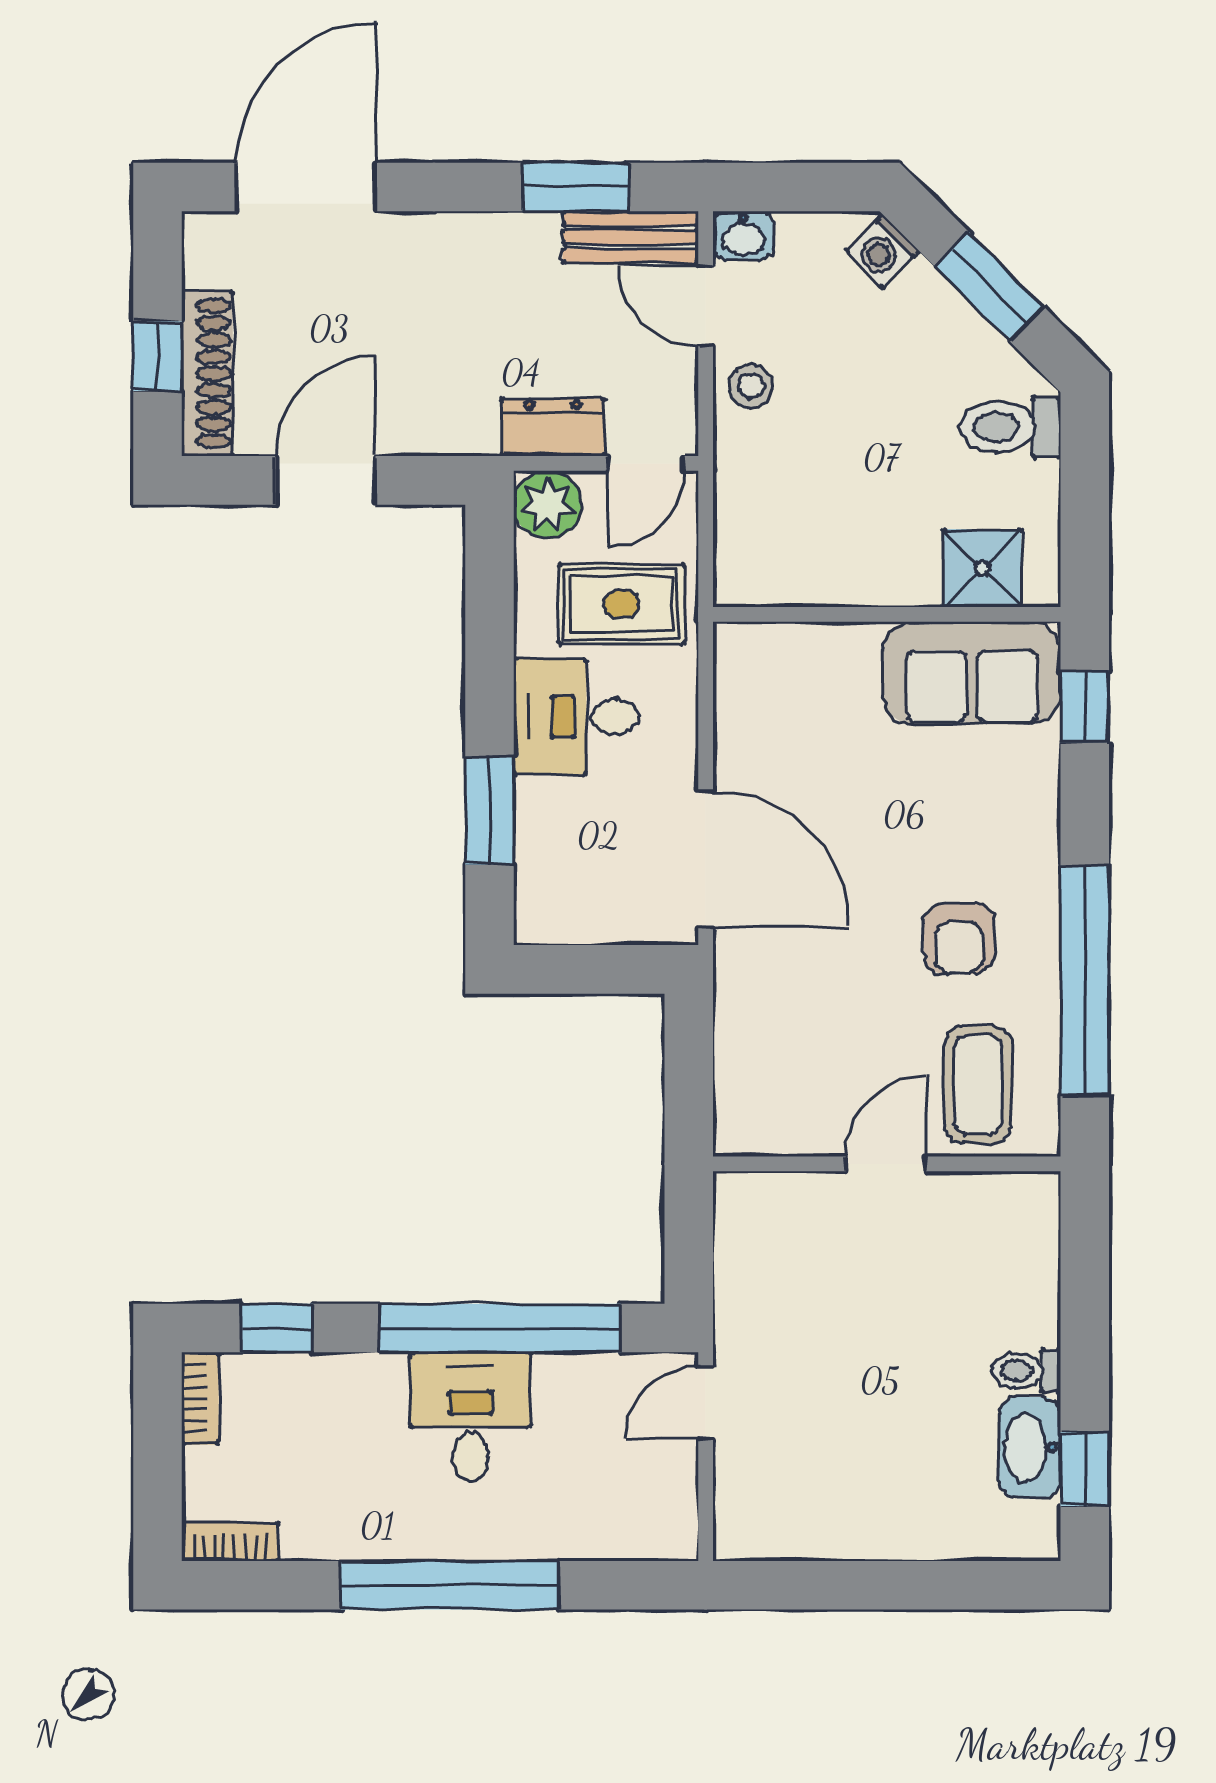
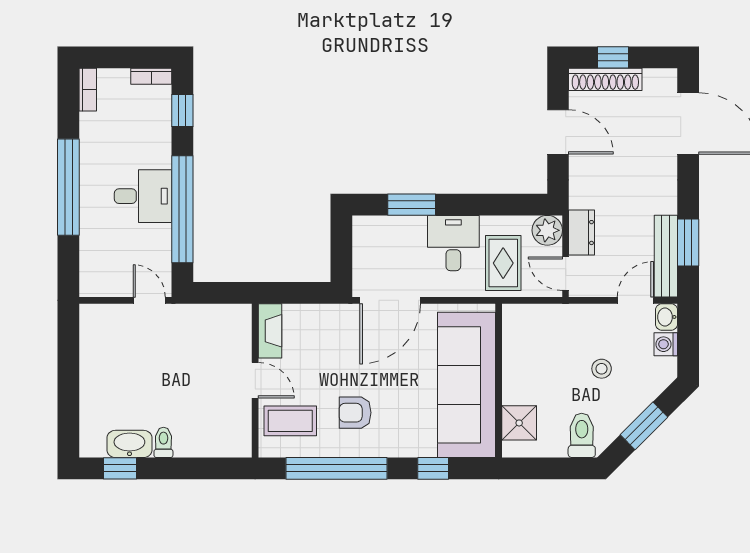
bench: (631, 237) -> (666, 256), width x1.36
washing machine: (883, 251) -> (666, 344), moved, turned -45
stool: (751, 386) -> (602, 369), moved
sofa: (972, 673) -> (467, 385), width x1.85, depth x1.27
window: (1085, 707) -> (433, 468), moved
fireplace: (775, 1130) -> (270, 331), added

